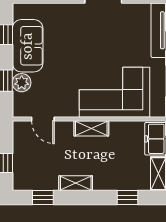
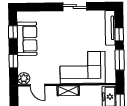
plant: (22, 83) -> (24, 78), moved

